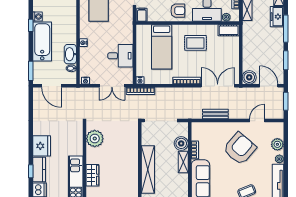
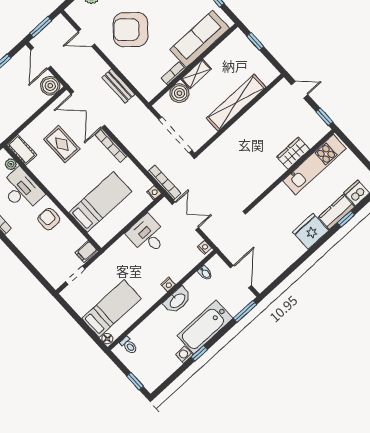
rug: (195, 43) -> (62, 144), moved
washbasin: (70, 54) -> (177, 300), moved
plant: (95, 139) -> (254, 185), removed

